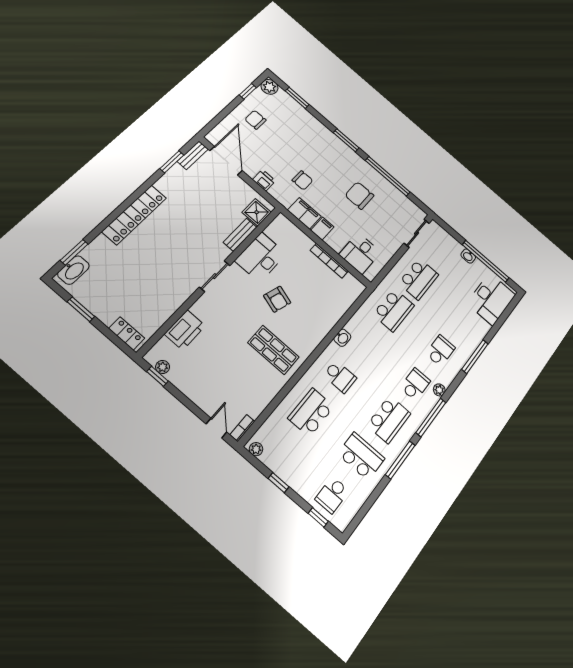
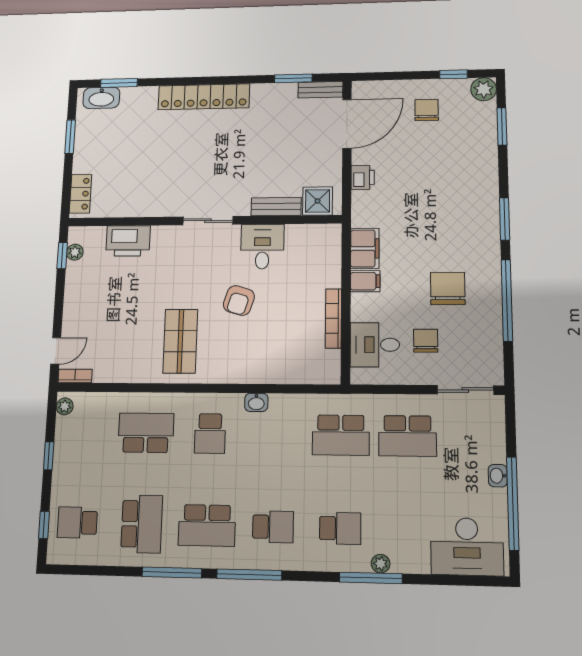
chair: (302, 180) -> (426, 341), moved, turned 180
desk: (261, 257) -> (262, 247), width x0.73
plant: (439, 390) -> (381, 564), moved

